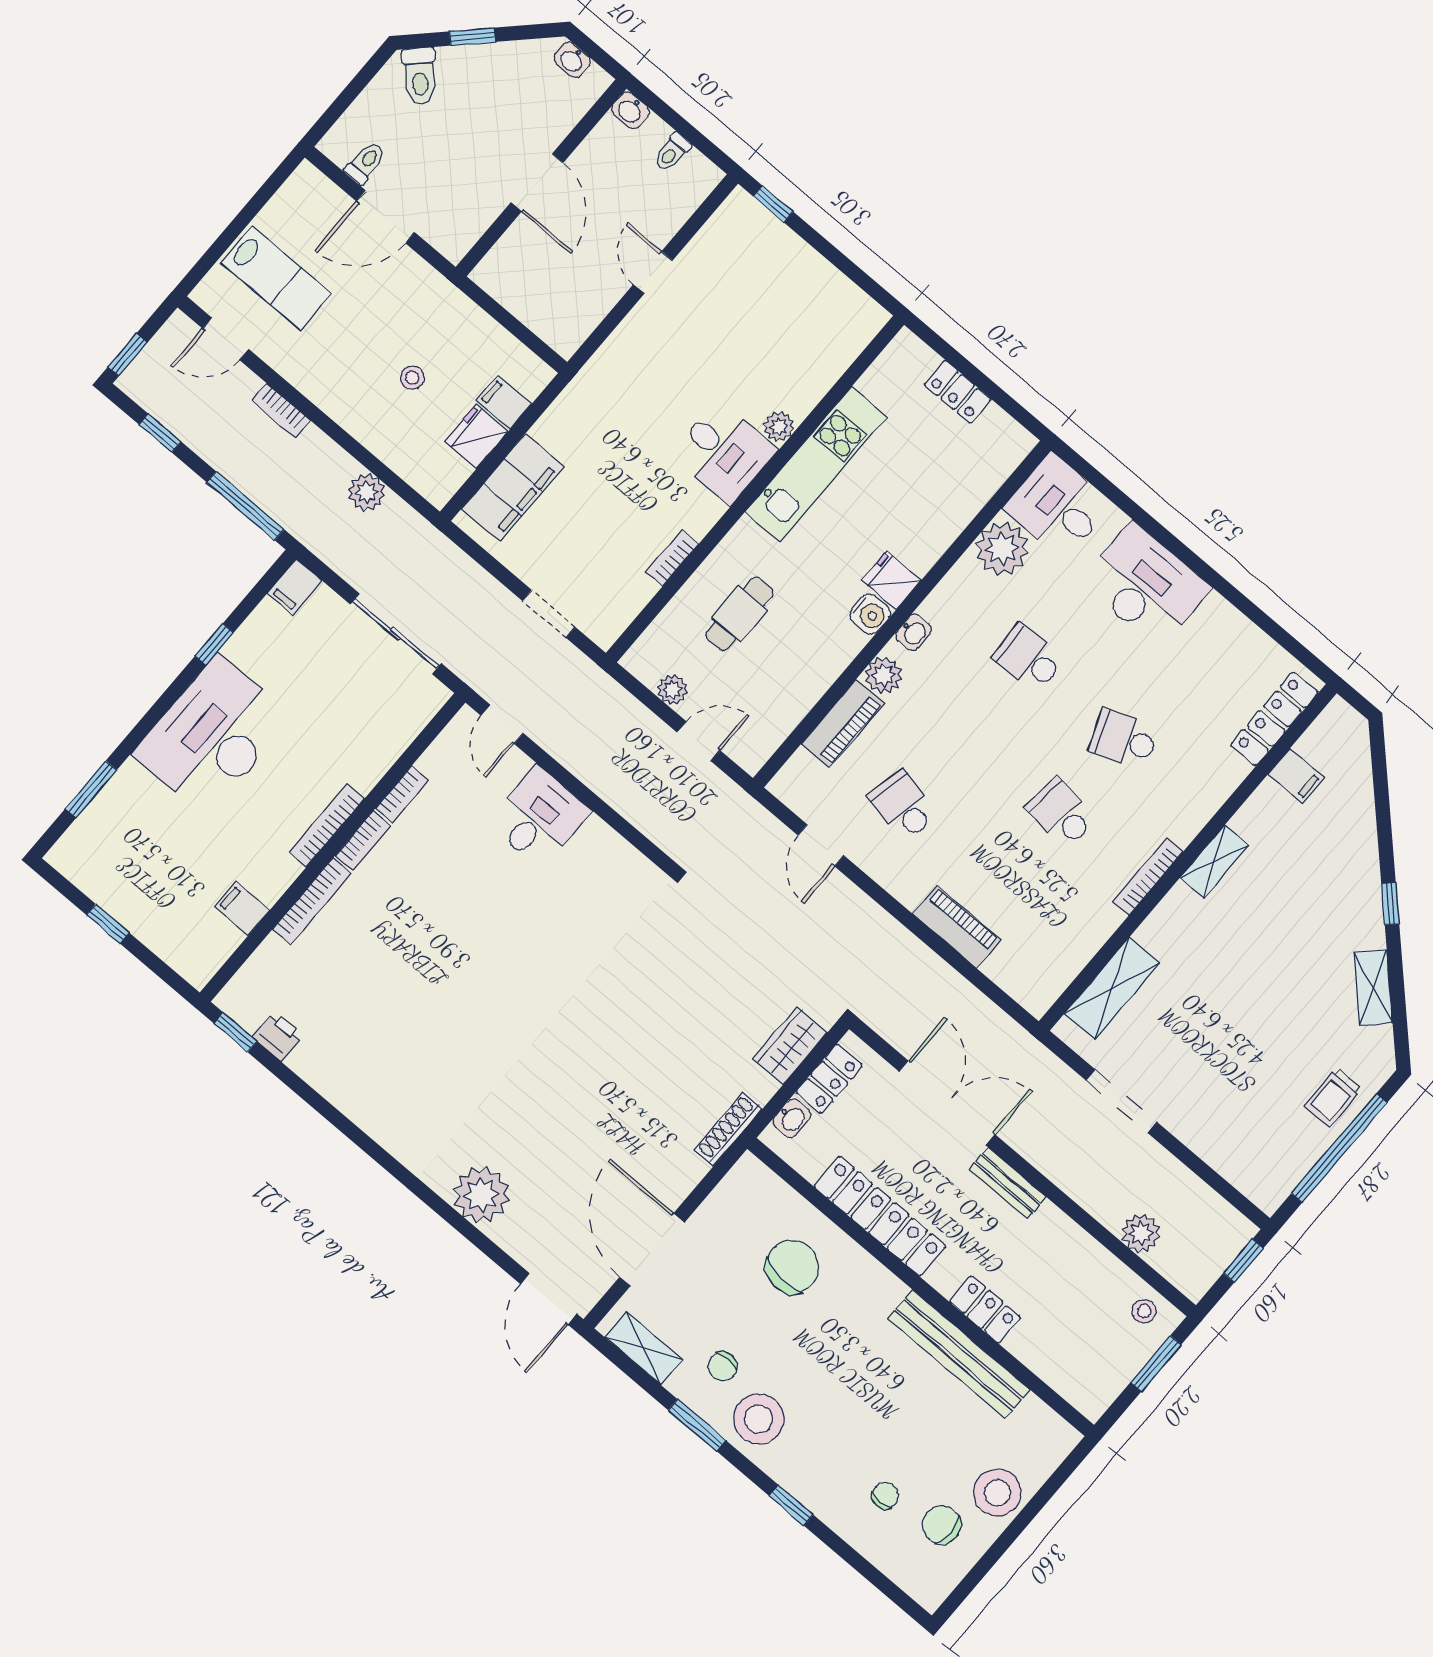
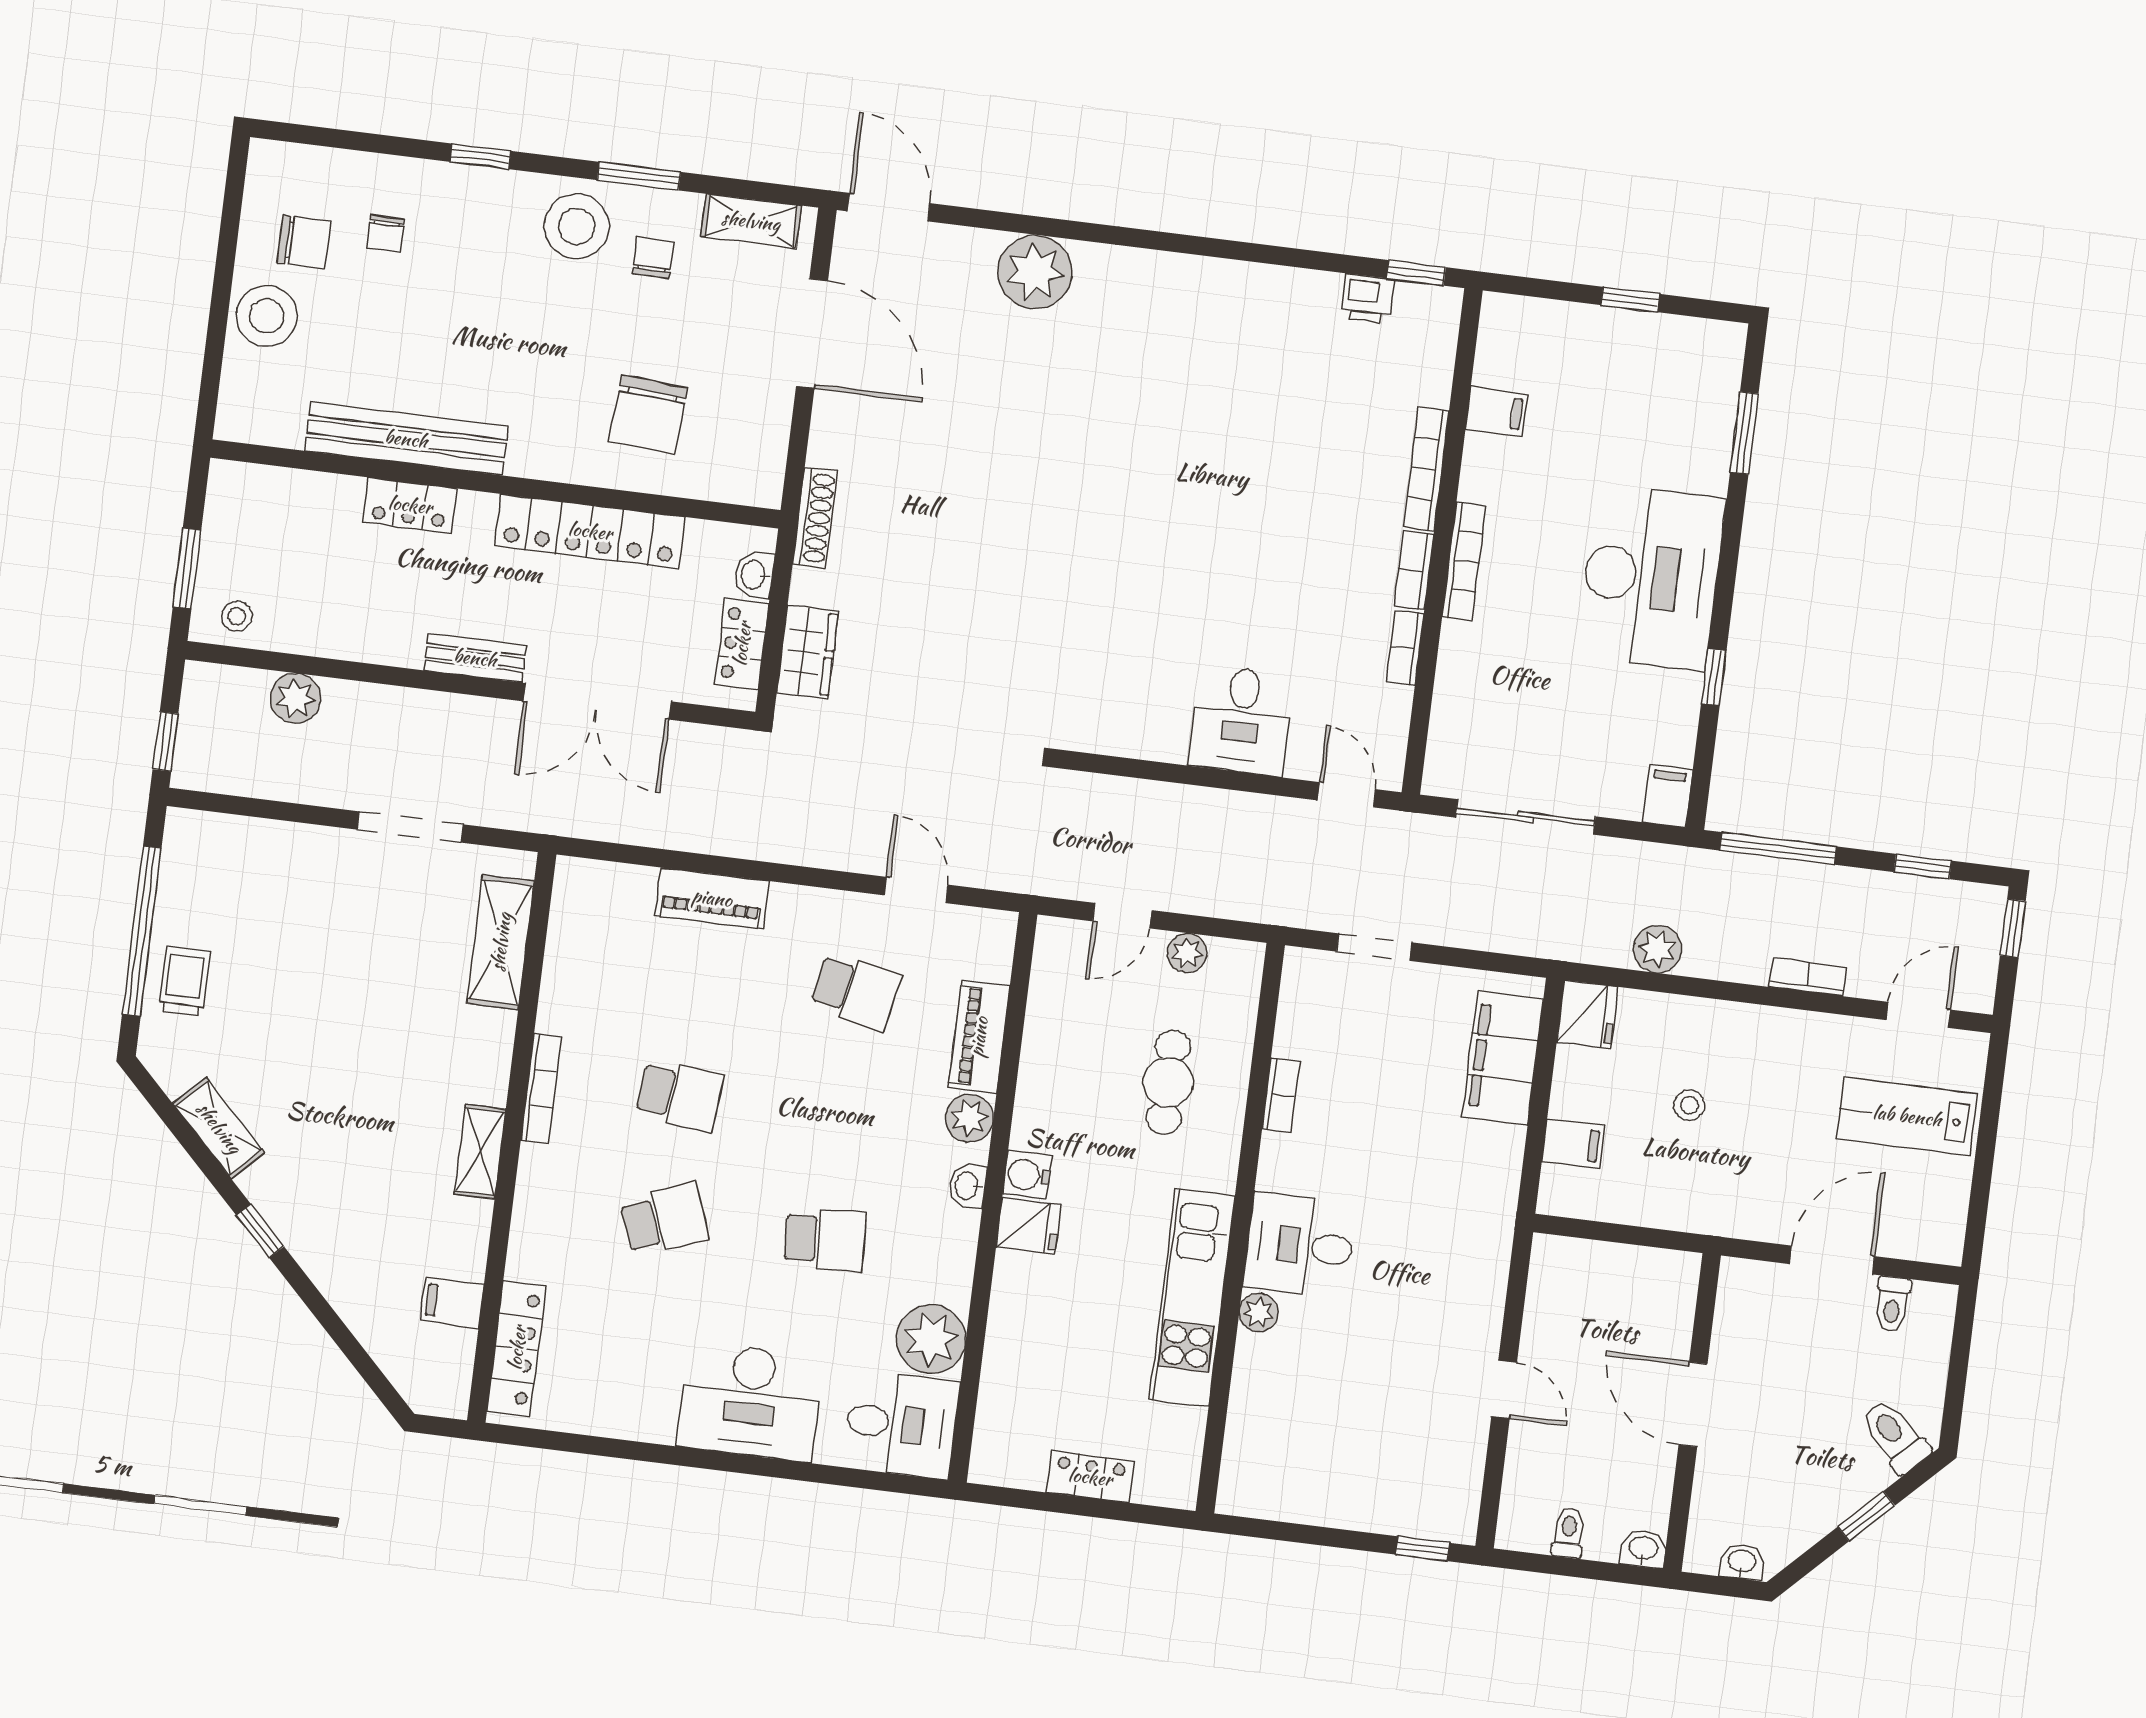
fridge: (476, 437) -> (1587, 1014), moved

